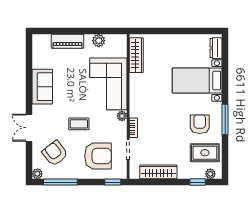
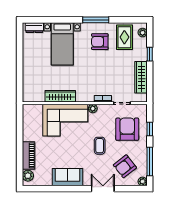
plant: (99, 41) -> (28, 176), moved
wardrobe: (136, 55) -> (60, 96), moved
double door: (29, 128) -> (103, 189), swing flipped
window: (113, 182) -> (150, 129), moved
window: (198, 182) -> (150, 54), moved

